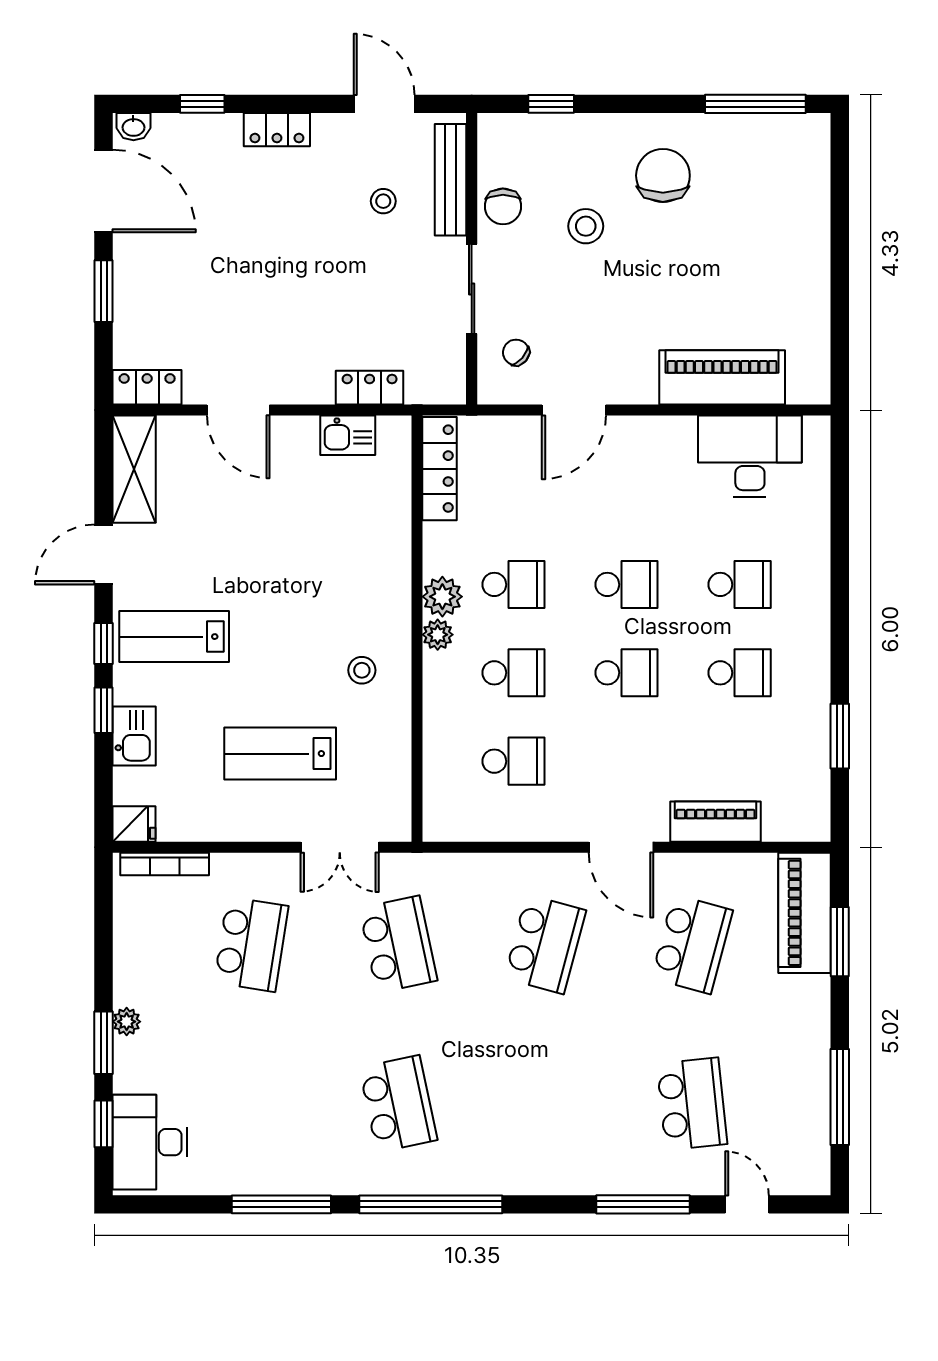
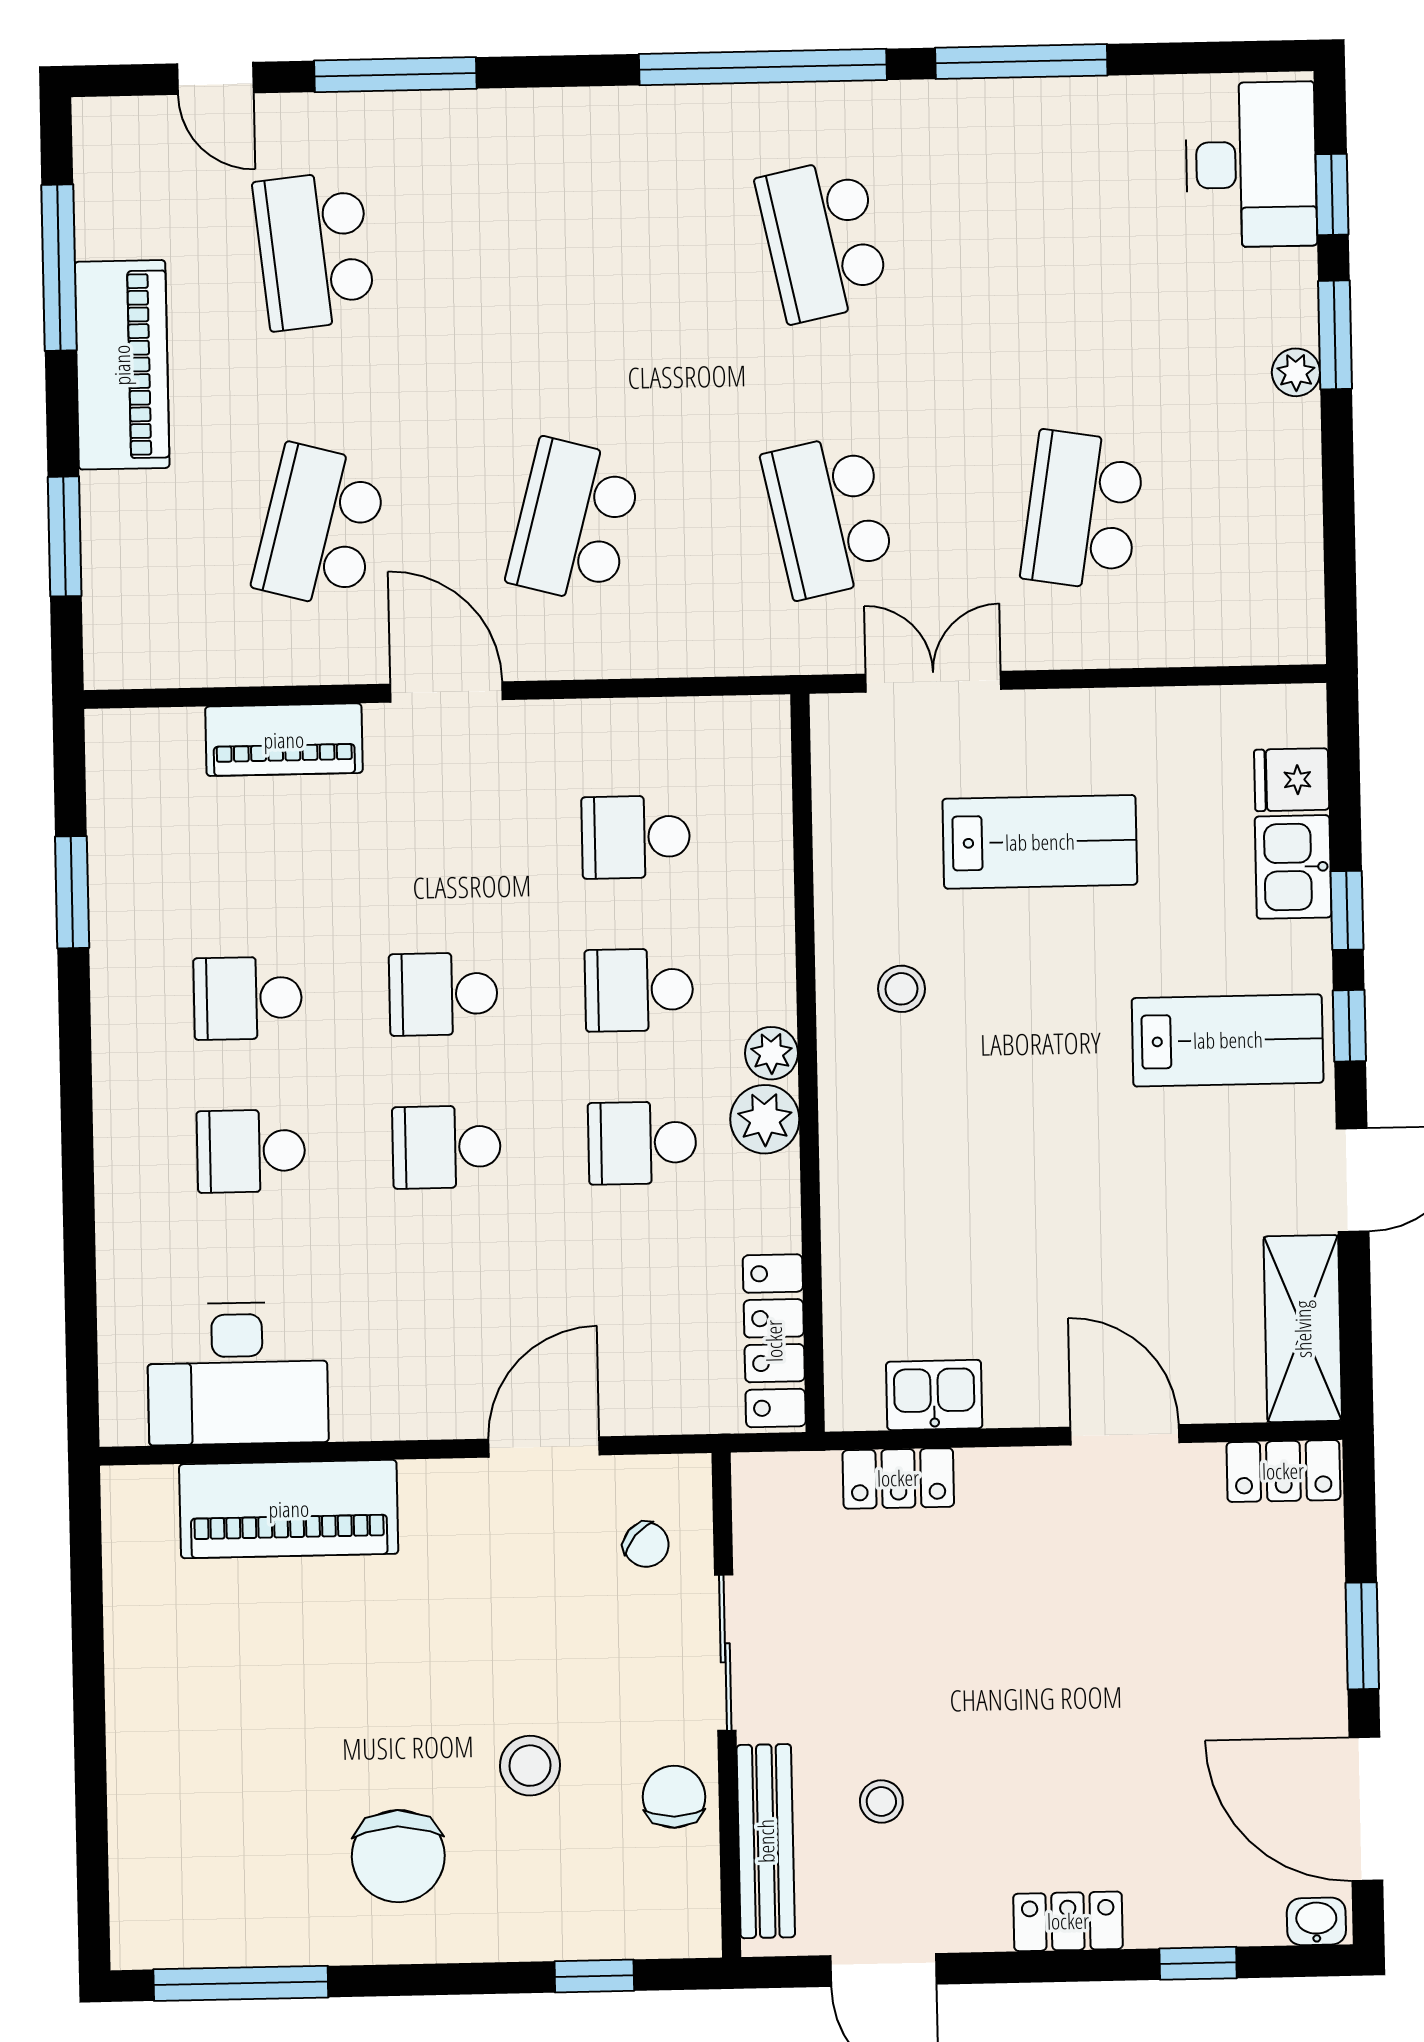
fridge: (134, 824) -> (1292, 780), moved
bookcase: (165, 864) -> (1236, 646), removed
piano: (804, 913) -> (122, 365), moved

